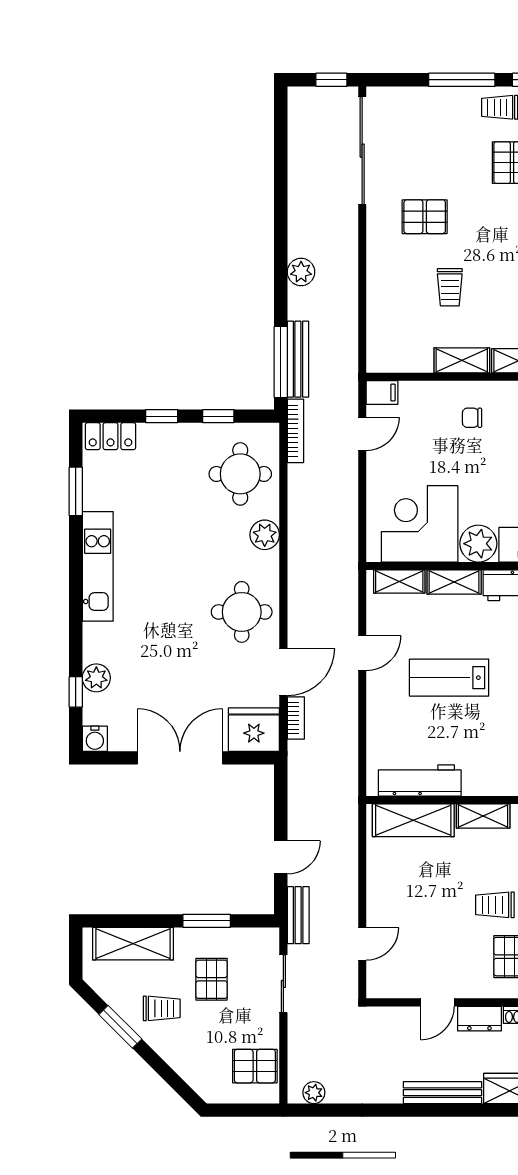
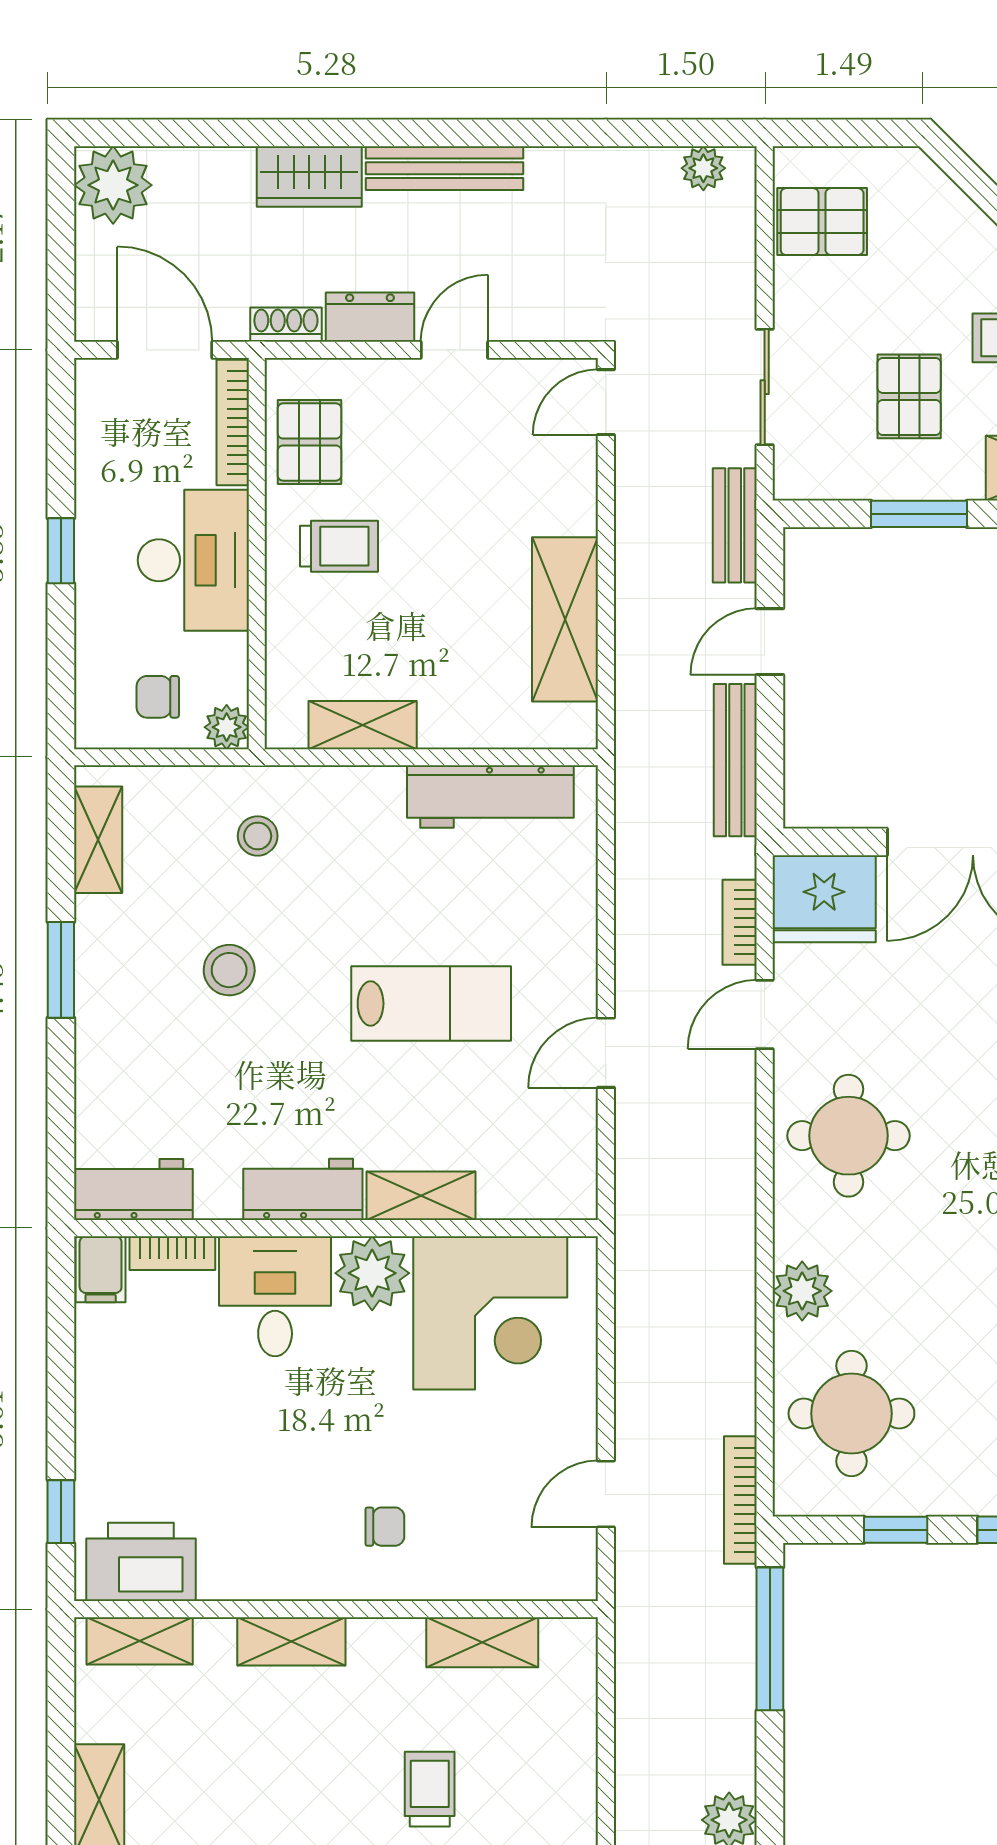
bench: (298, 359) -> (735, 760), moved
shelving: (462, 360) -> (482, 1642), moved
filing cabinet: (382, 393) -> (566, 1577), removed
shelving: (399, 581) -> (531, 1197), removed
door: (283, 672) -> (765, 1015), width x0.73
shelving: (413, 820) -> (565, 619), moved, turned 90
door: (362, 944) -> (606, 402), moved

